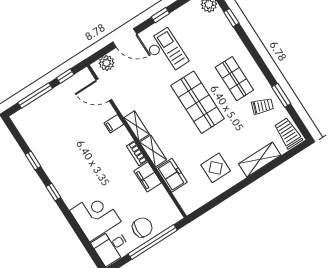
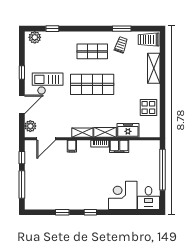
display table: (216, 168) -> (148, 107), moved
chair: (142, 227) -> (149, 170), removed

